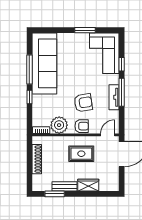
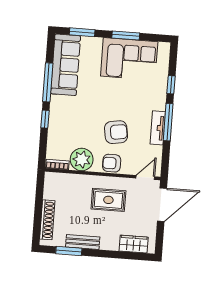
window: (52, 30) -> (82, 32), added
corner sofa: (104, 53) -> (129, 59), moved, turned -90
sofa: (44, 63) -> (66, 65), width x0.74, depth x0.79
armchair: (82, 126) -> (112, 163), turned 180
shoe rack: (37, 159) -> (47, 220), moved
wardrobe: (88, 185) -> (134, 244), moved

